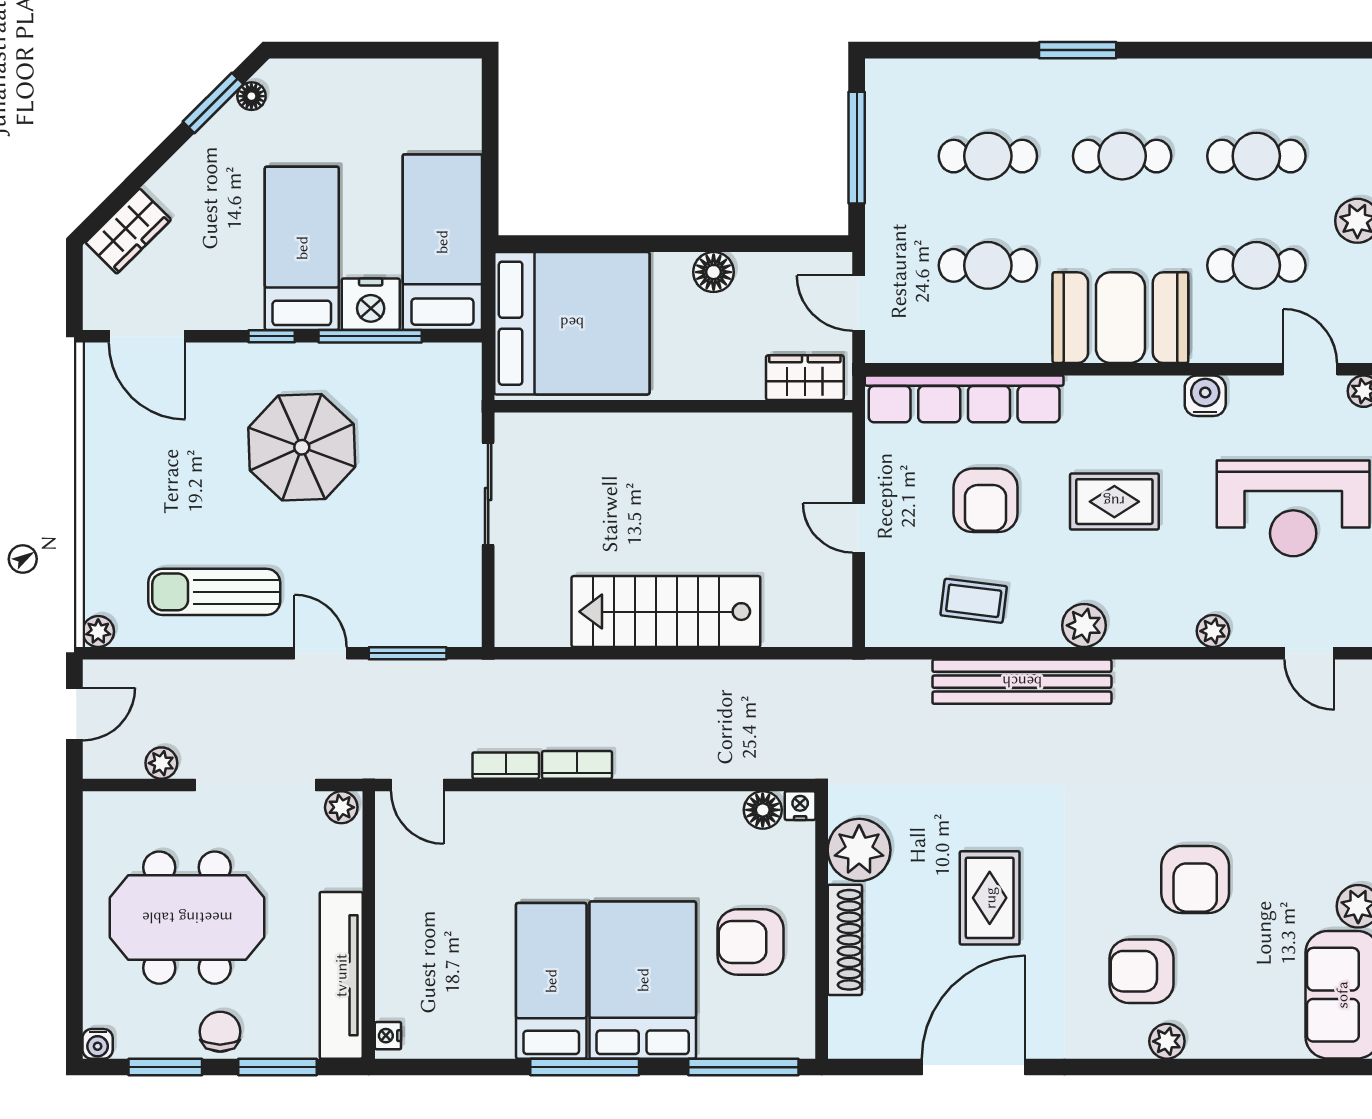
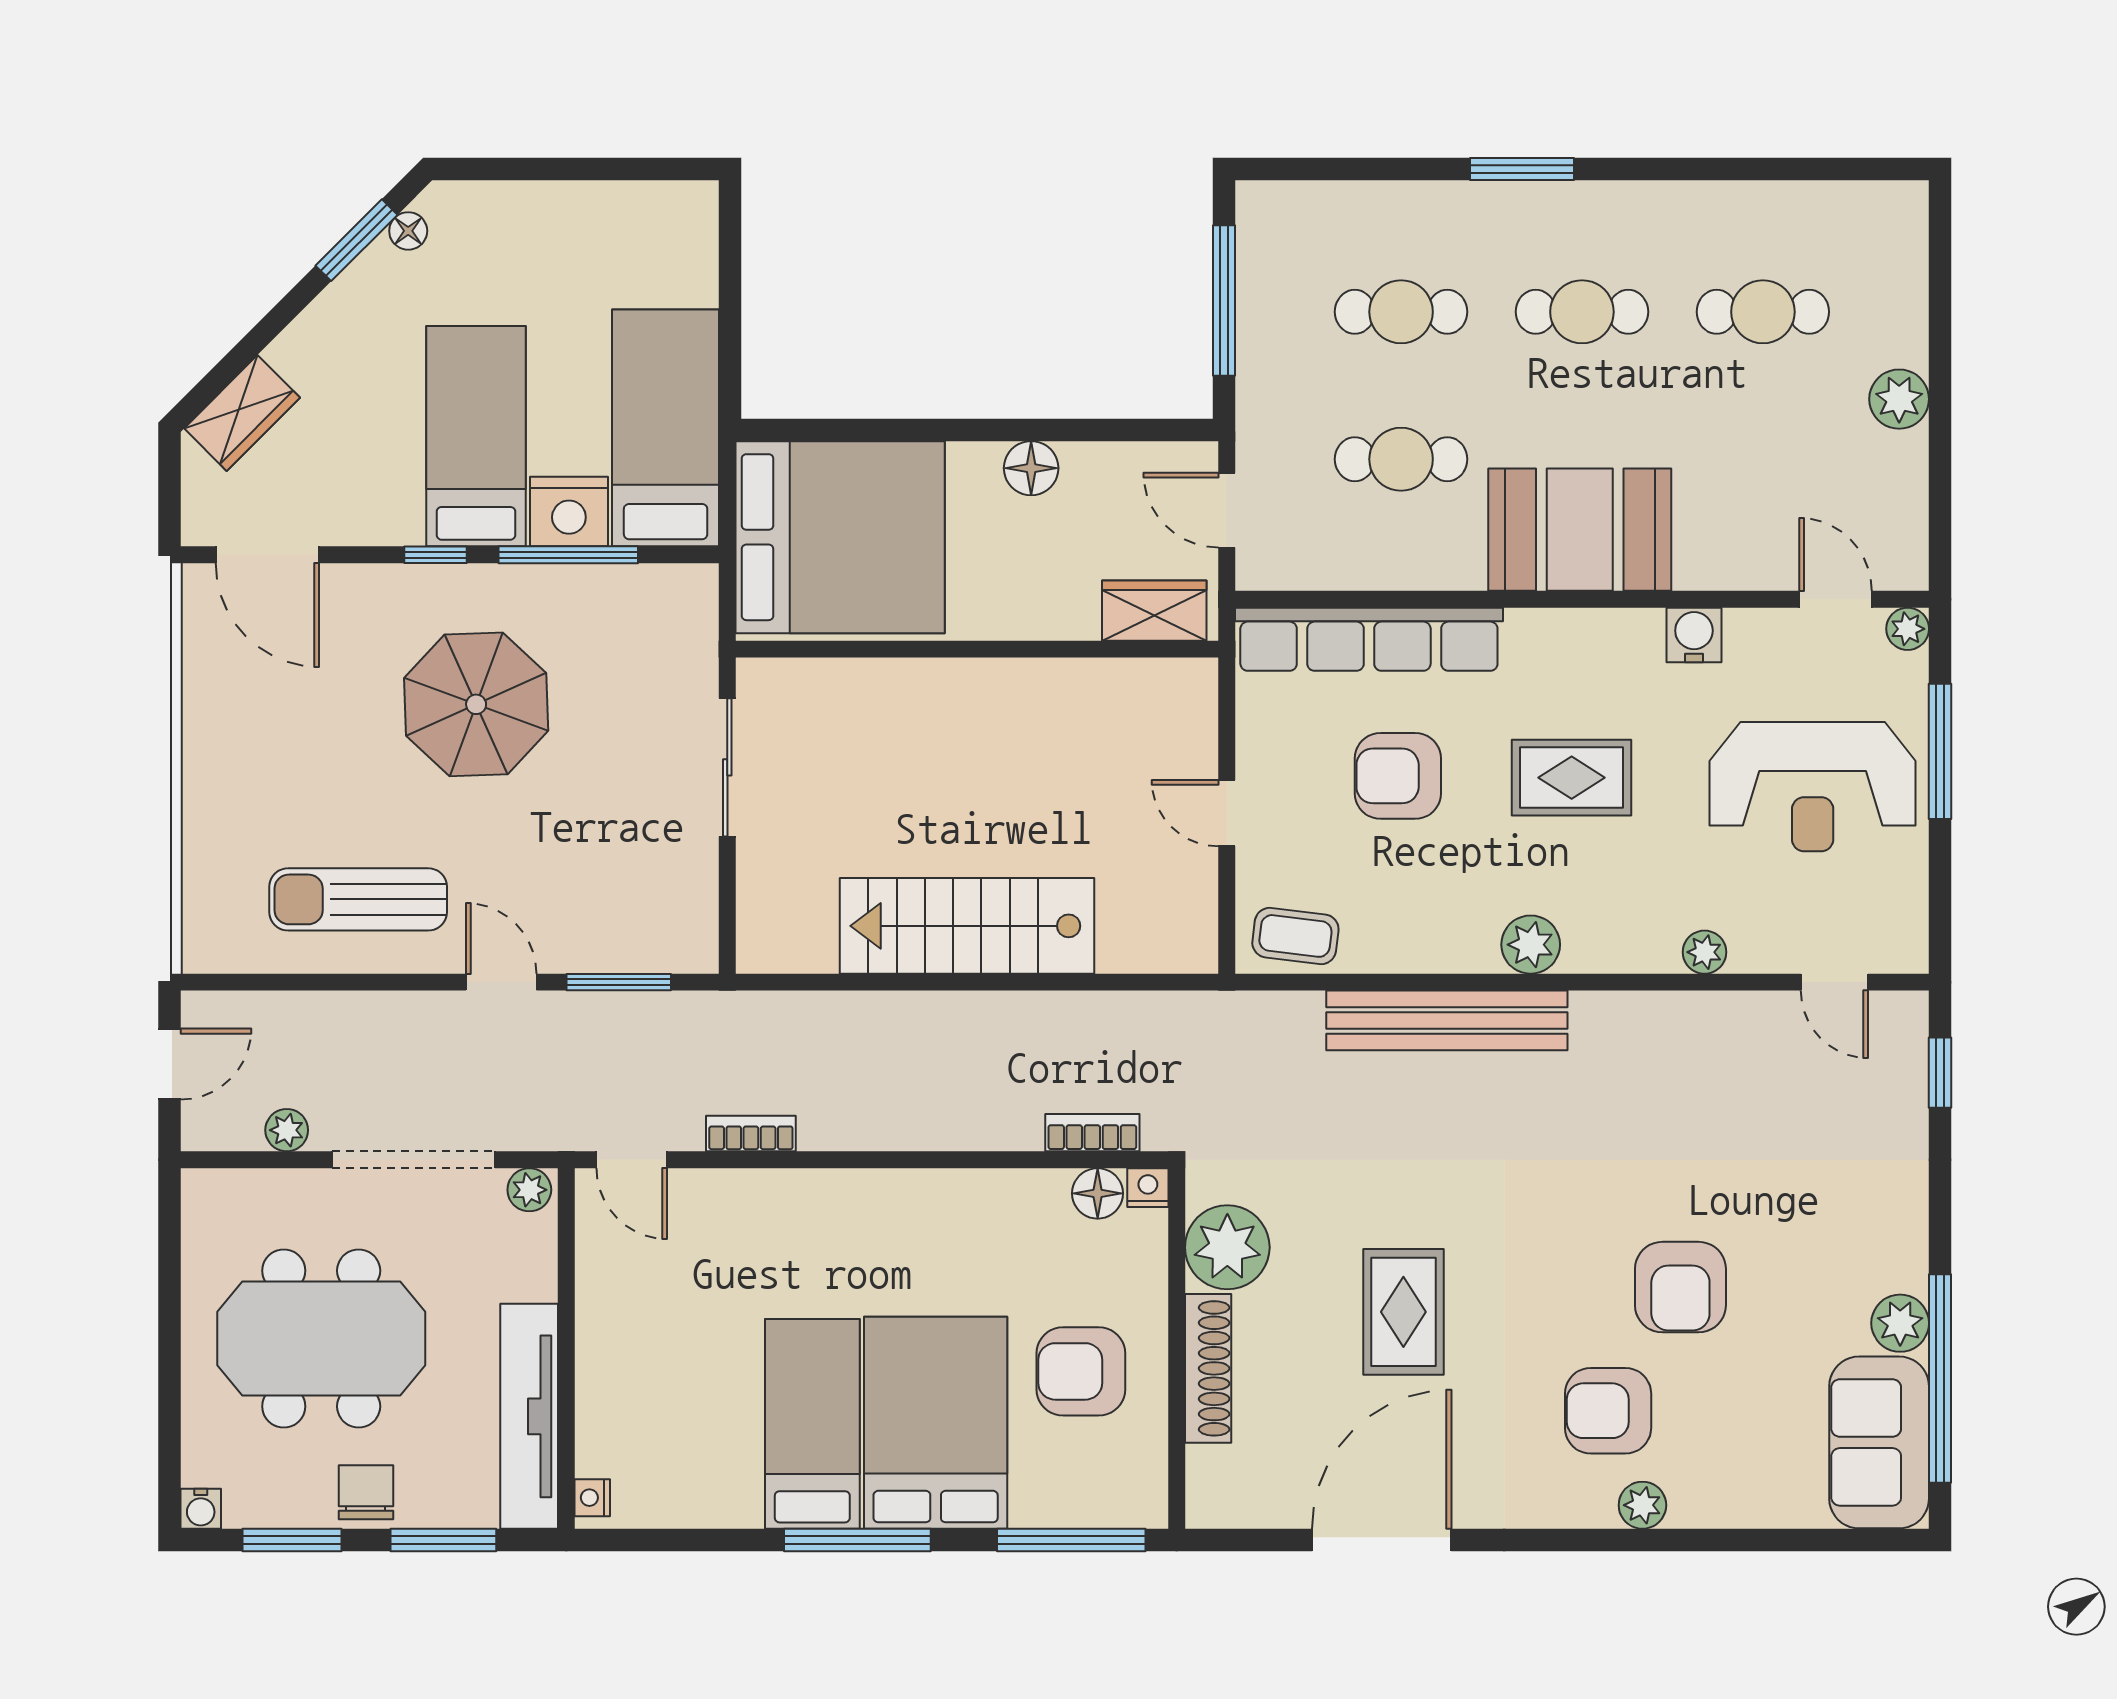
cafe table: (1256, 265) -> (1763, 459), removed
armchair: (986, 500) -> (1398, 776), turned 90
coffee table: (974, 601) -> (1295, 936), moved
plant: (98, 632) -> (202, 953), removed
bookcase: (577, 765) -> (1092, 1133), moved

